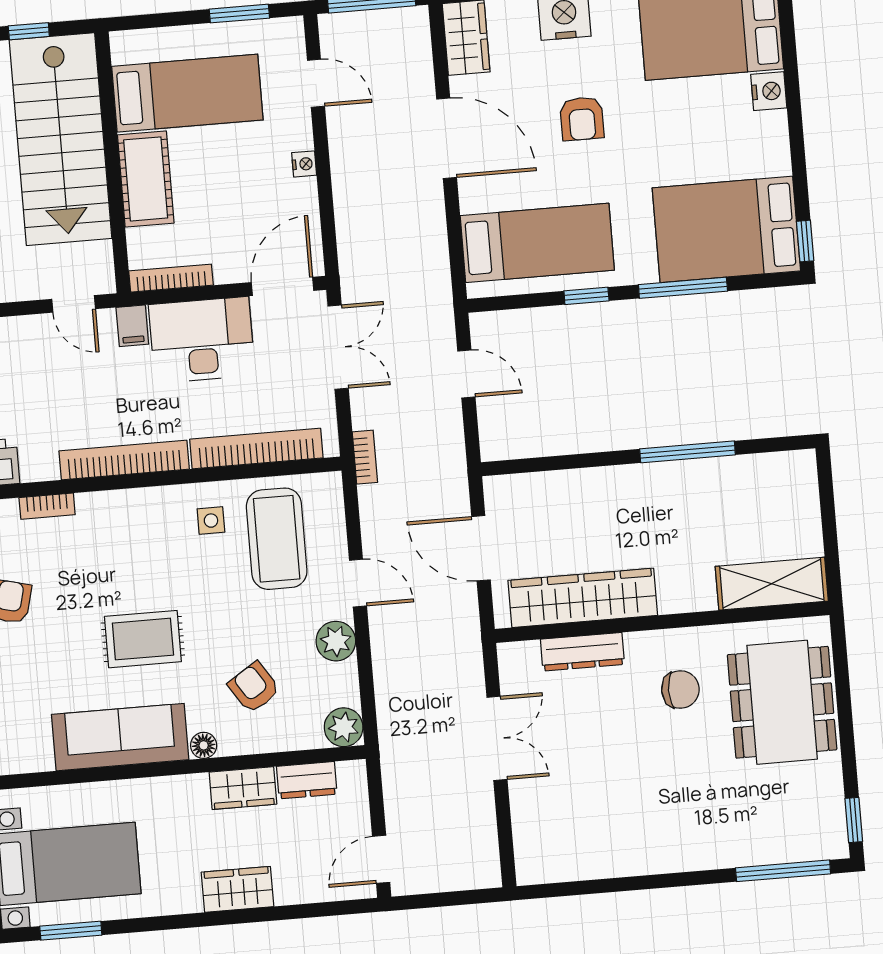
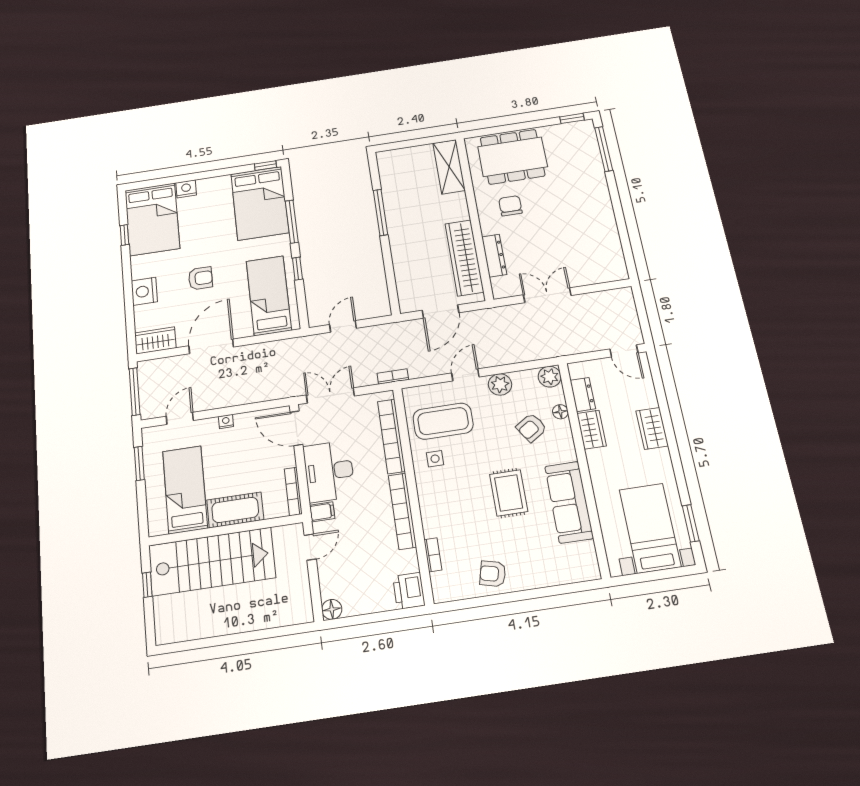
floor lamp: (204, 745) -> (560, 412), moved

